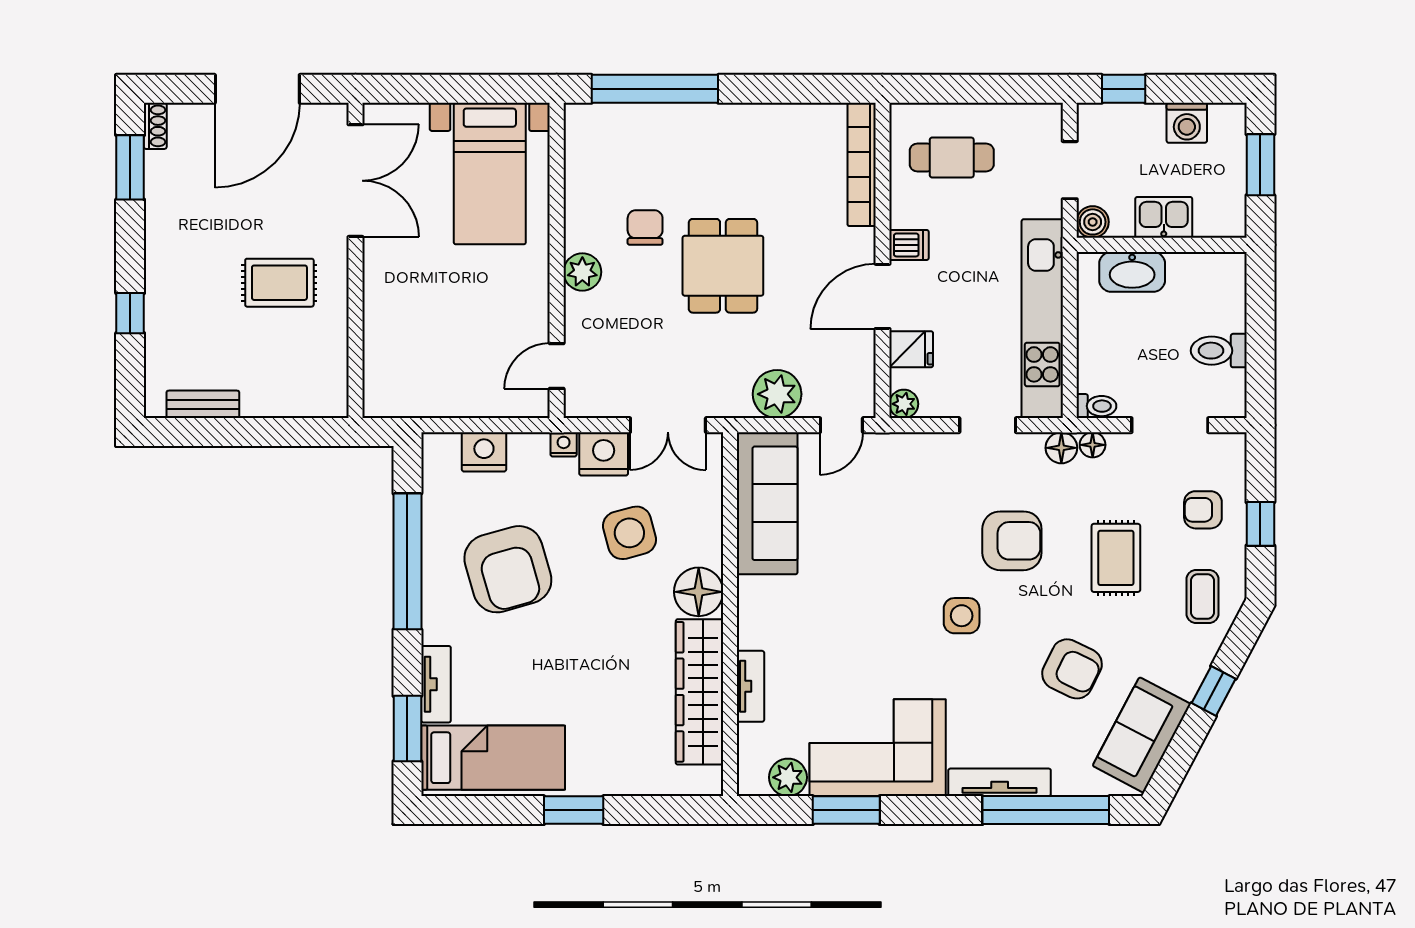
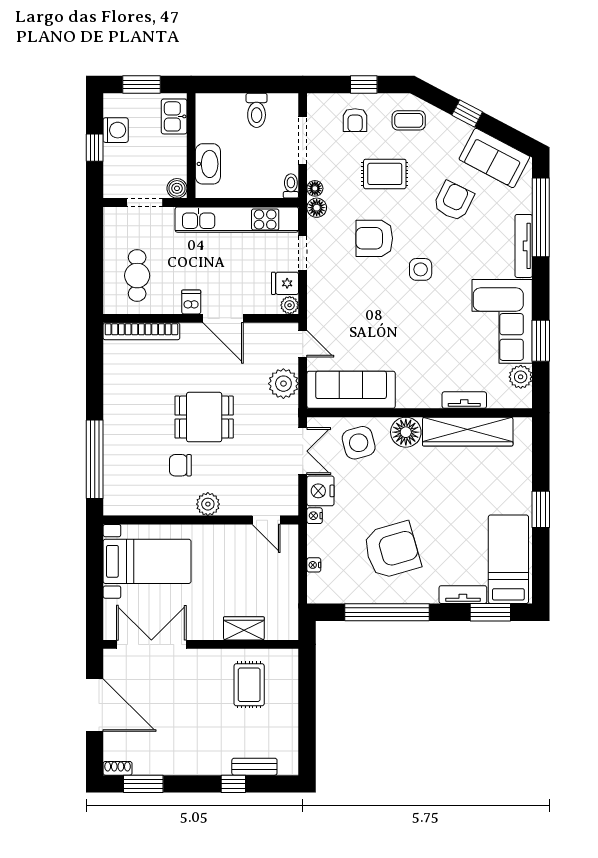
window: (1124, 89) -> (95, 148), moved
kitchen sink: (1164, 217) -> (174, 116), moved
rug: (279, 283) -> (249, 685), moved
wardrobe: (381, 330) -> (244, 628), added
fridge: (911, 349) -> (285, 283), moved, turned -90
bench: (203, 404) -> (254, 767), moved, turned 90
nightstand: (484, 452) -> (314, 565), width x0.53, depth x0.56
side table: (629, 533) -> (359, 443), moved
armchair: (1012, 541) -> (374, 238), turned -90

